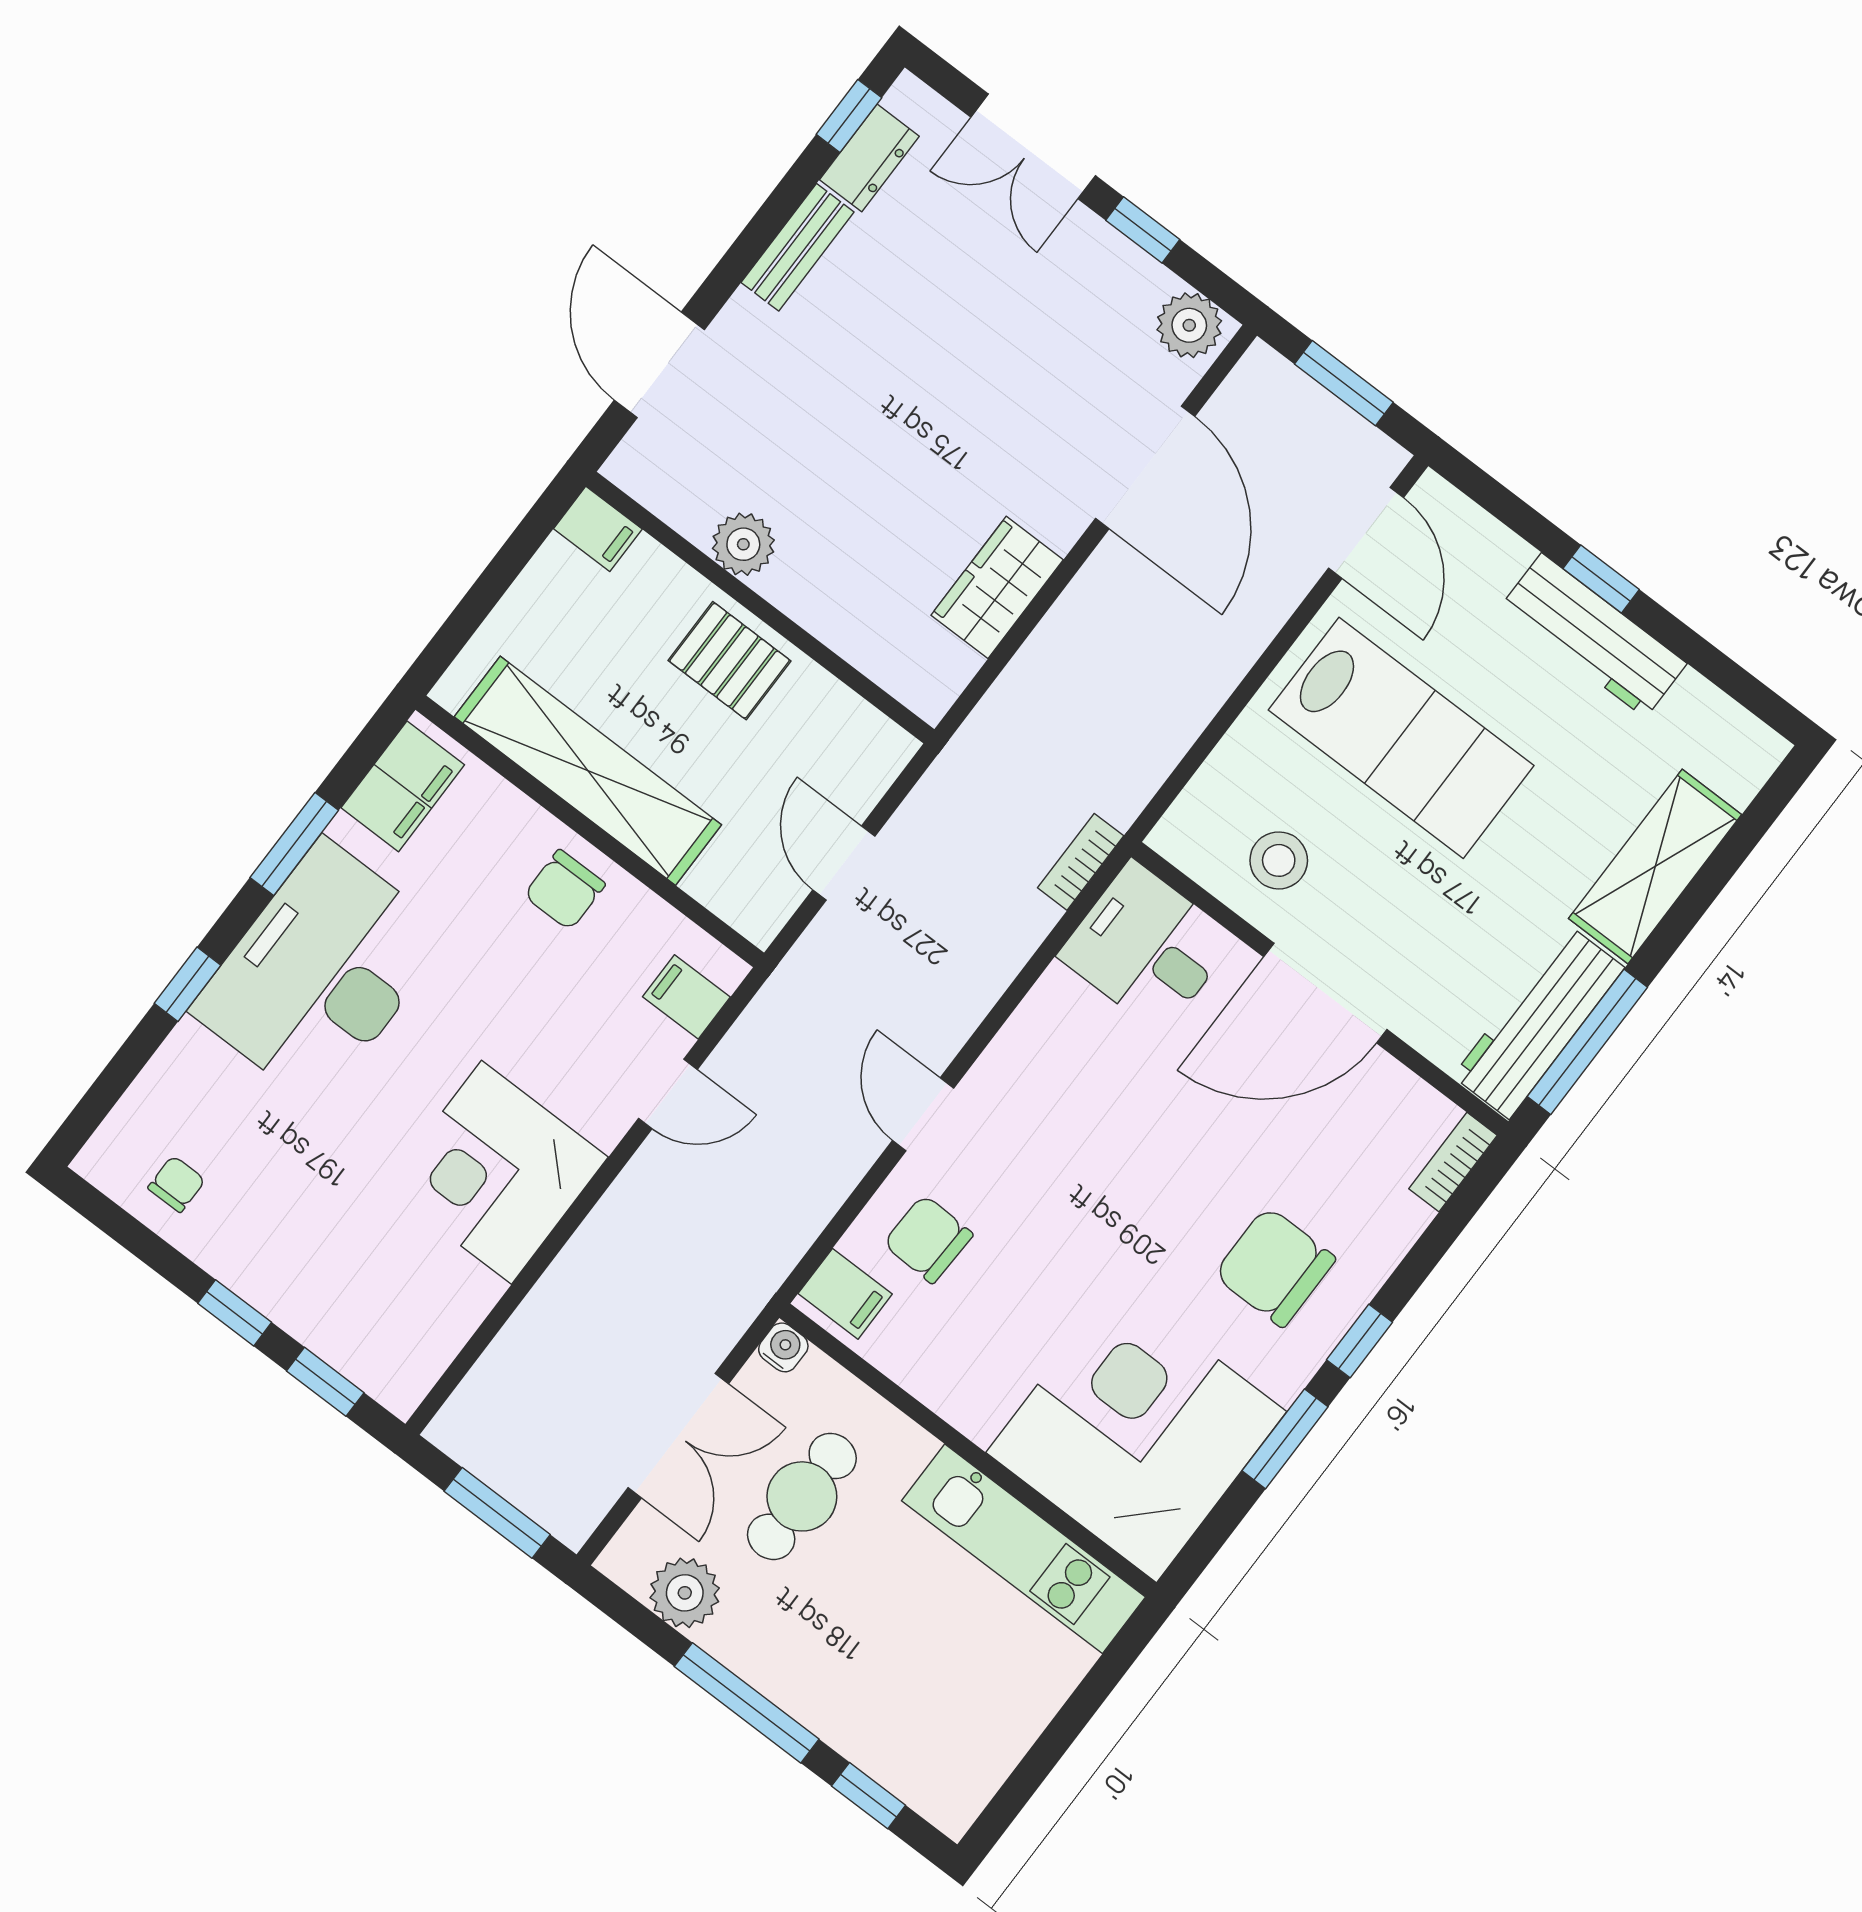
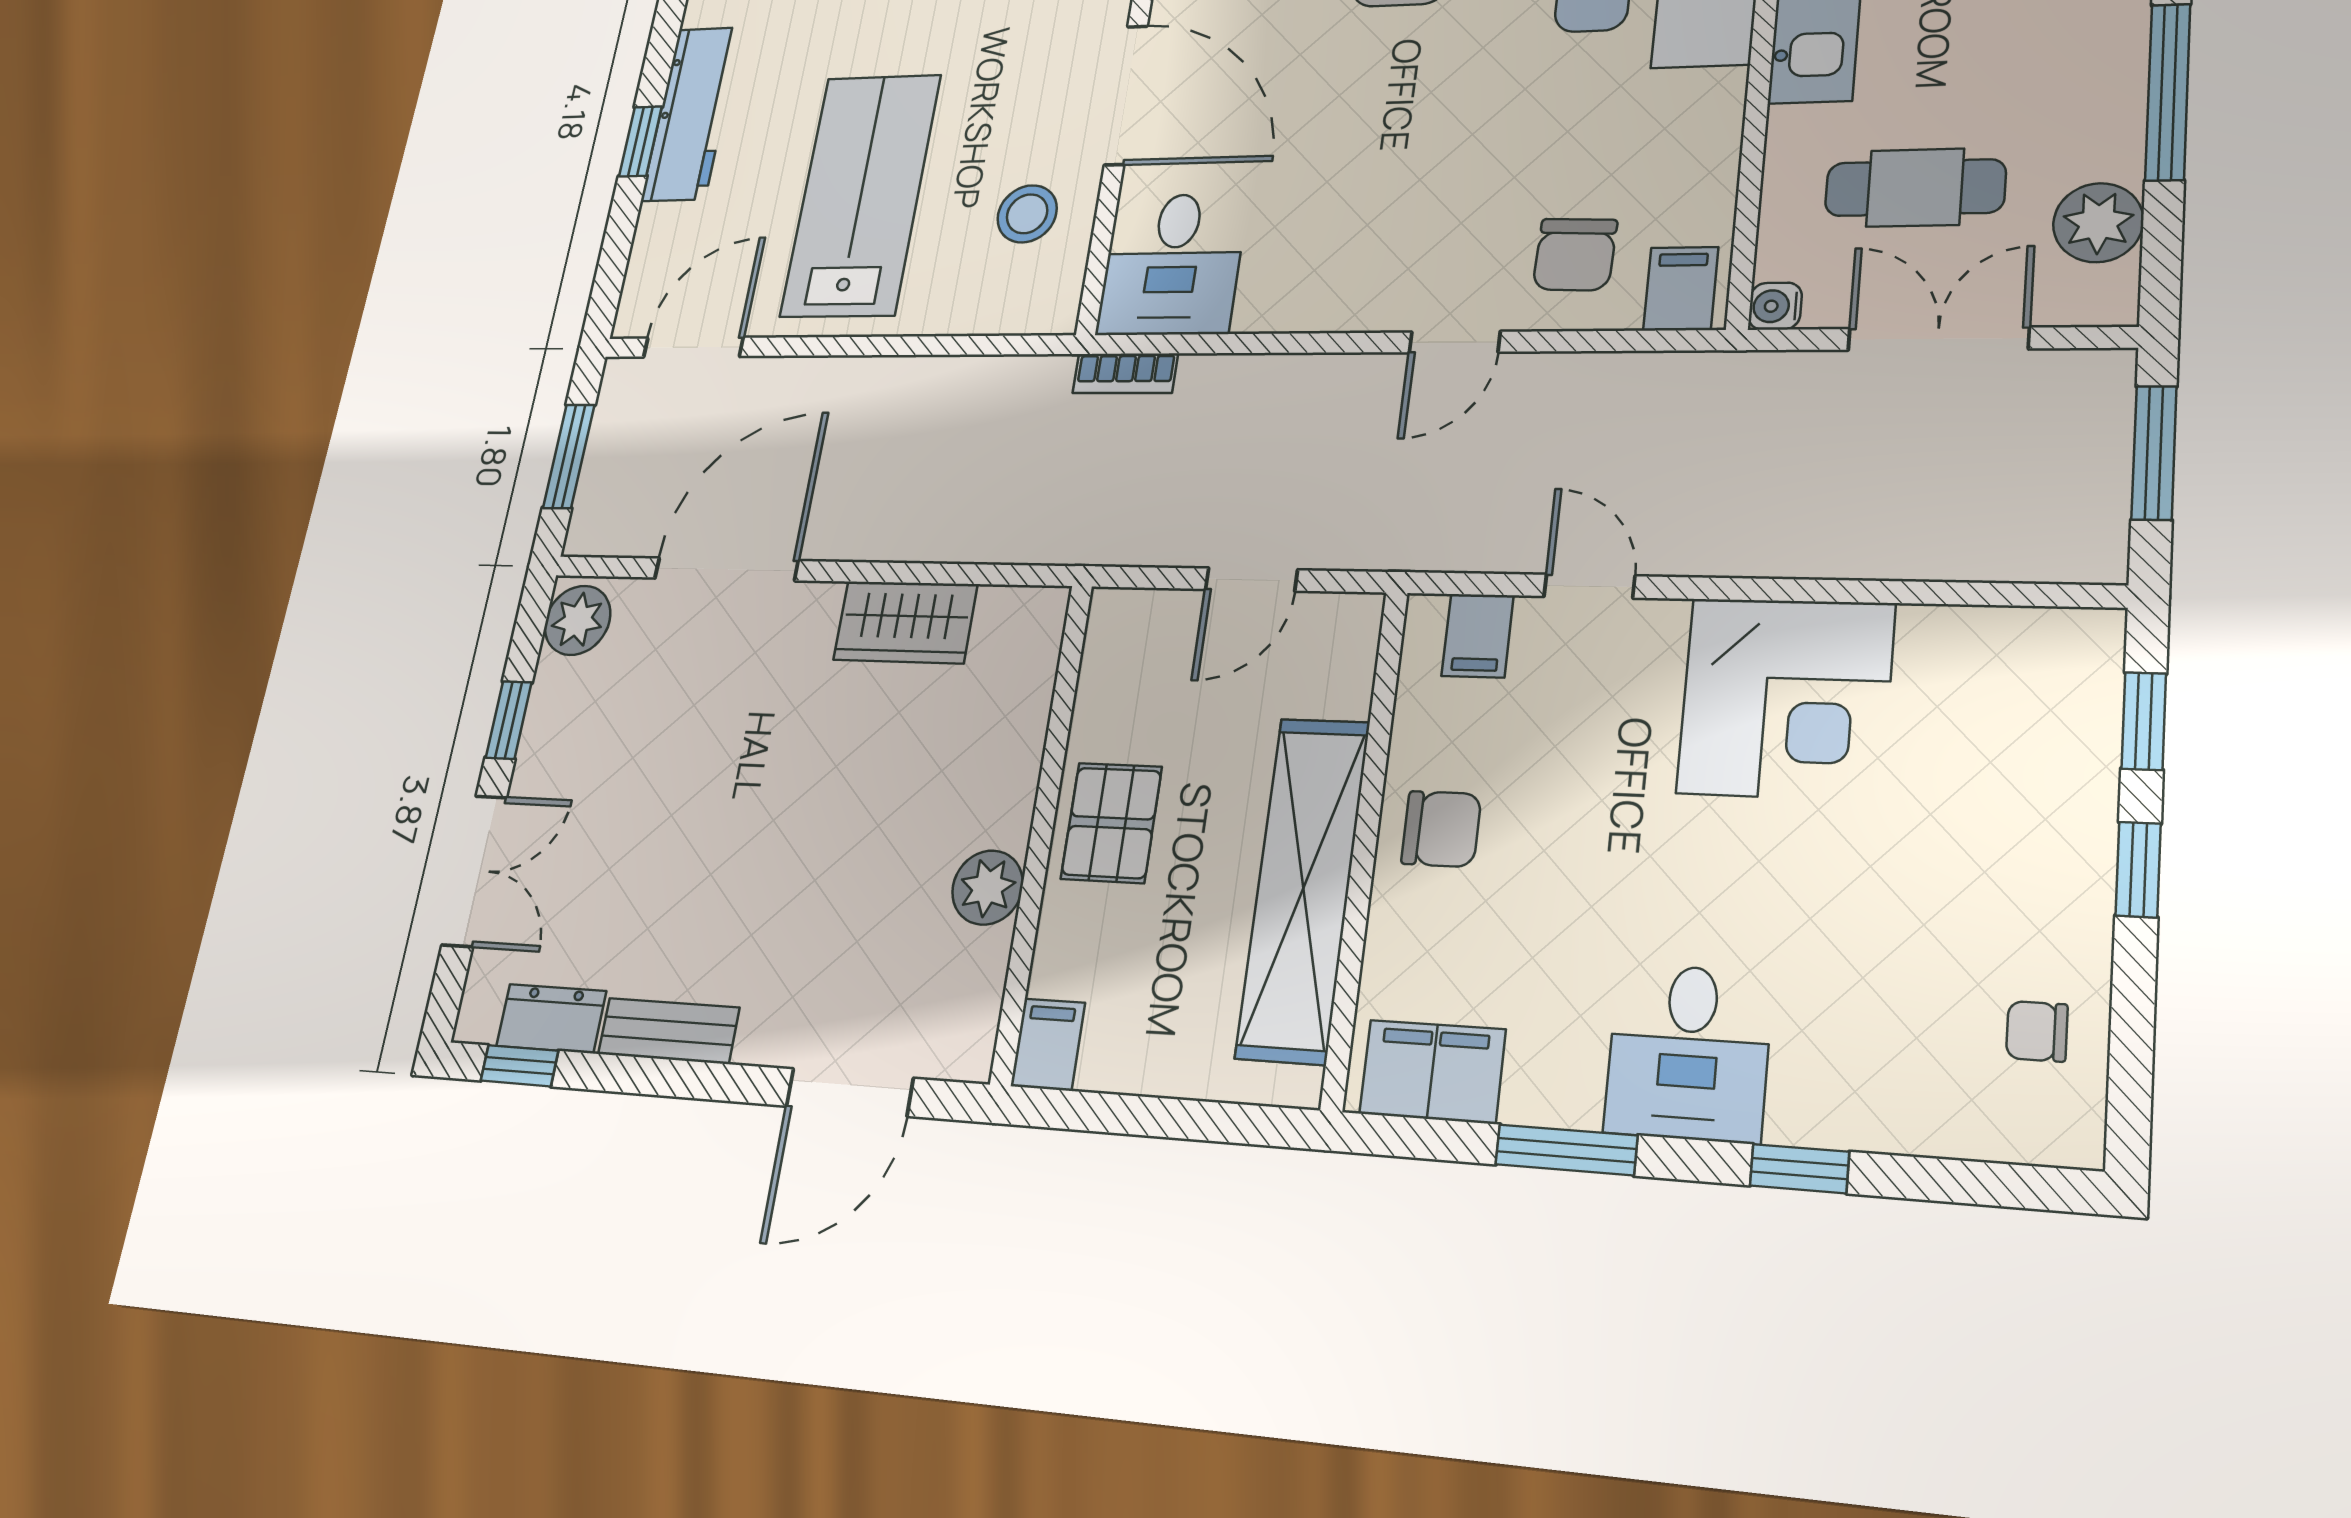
desk: (321, 973) -> (1689, 1052), width x0.53, depth x0.77

